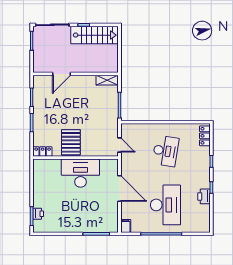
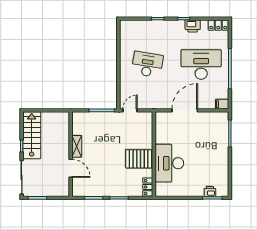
shelving: (107, 80) -> (77, 146), moved
locker: (205, 136) -> (218, 25), moved
door: (120, 145) -> (130, 110), moved
desk: (80, 173) -> (169, 163), moved

